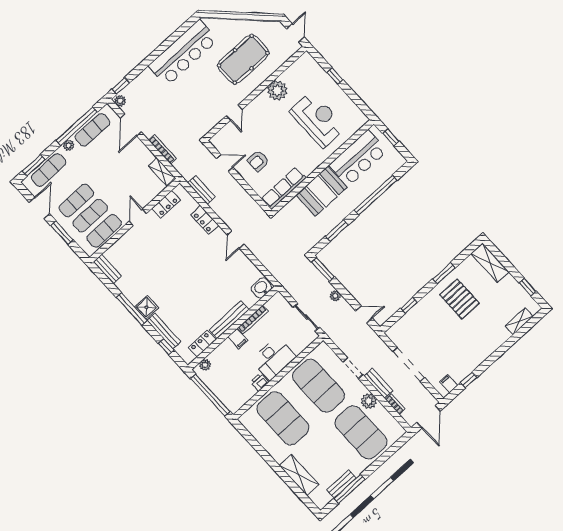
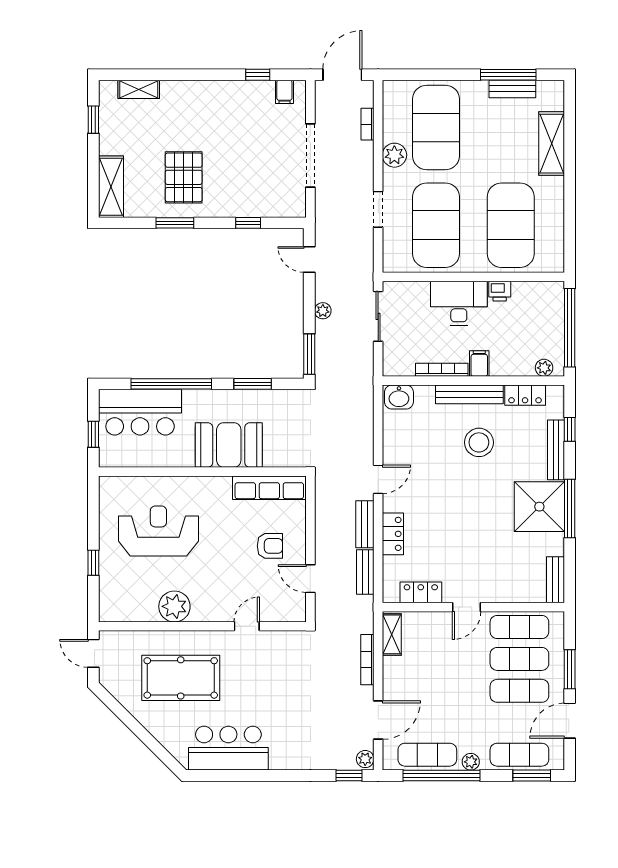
door: (295, 33) -> (93, 653), hinge flipped
bar counter: (183, 53) -> (228, 748), width x0.73
reception desk: (318, 120) -> (158, 531), turned 90
bar counter: (358, 158) -> (140, 412), moved, turned 180
stool: (204, 301) -> (479, 442), added
shower: (146, 307) -> (539, 507), width x1.86, depth x1.86
bench: (378, 383) -> (365, 524), moved

